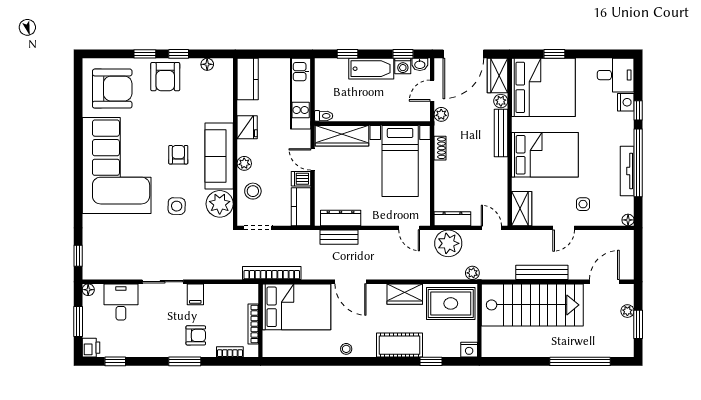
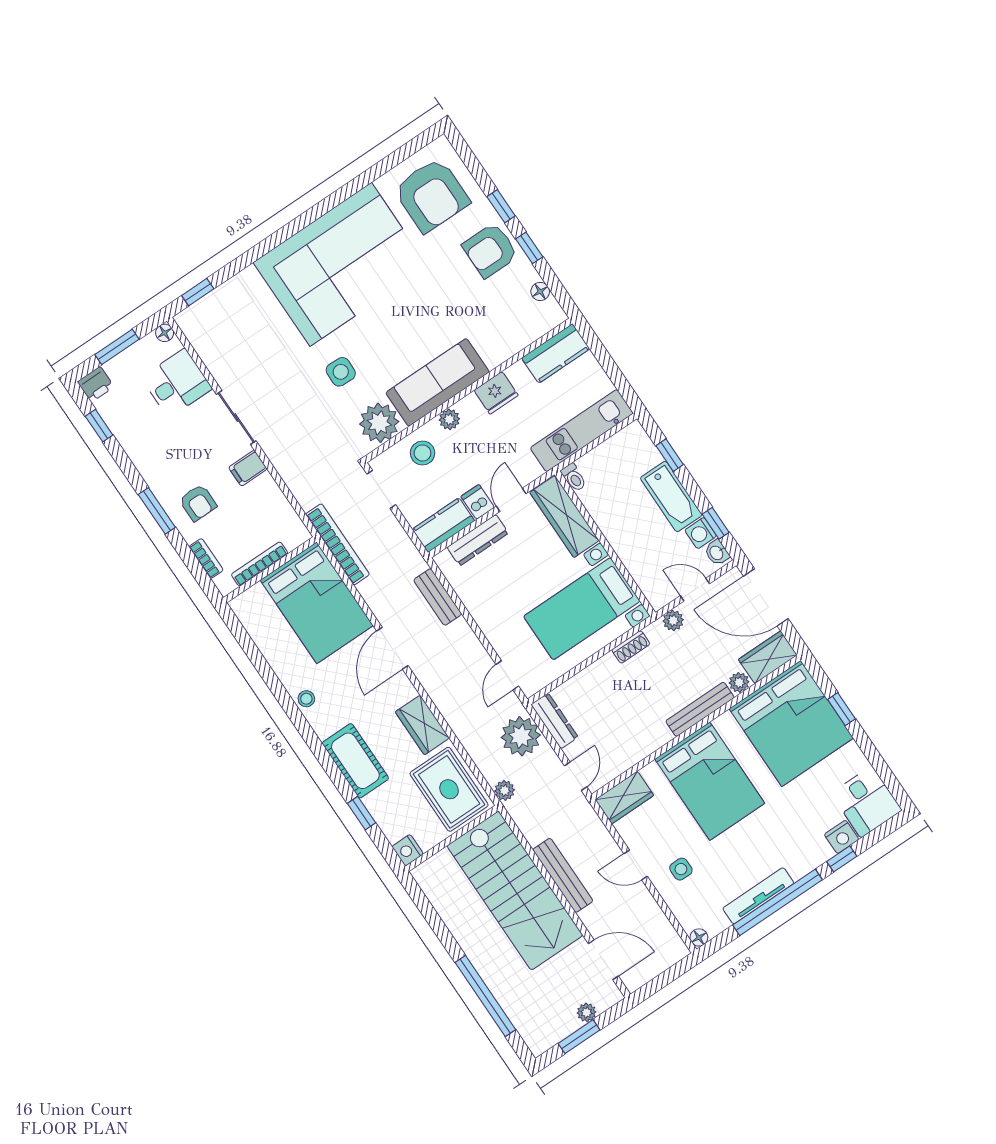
armchair: (178, 155) -> (405, 331), removed
dresser: (341, 218) -> (478, 540), moved, turned 90

